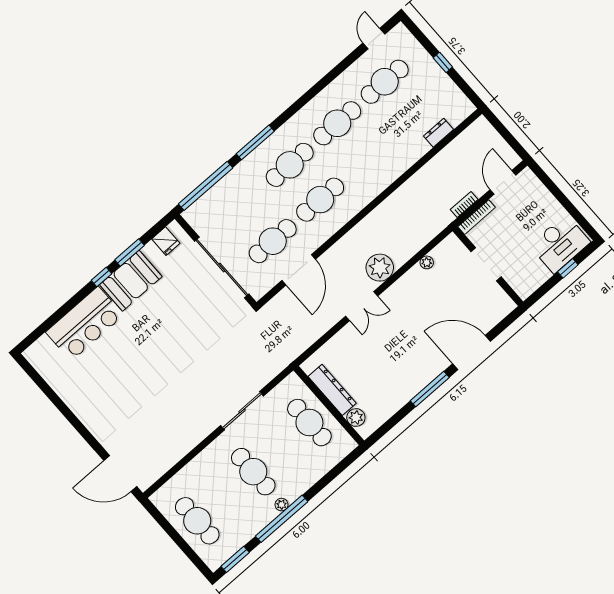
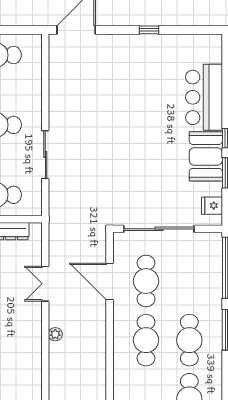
plant: (427, 262) -> (36, 377), removed
plant: (380, 268) -> (55, 334), width x0.53, depth x0.53
double door: (362, 306) -> (45, 284), moved
window: (69, 415) -> (149, 30), added

